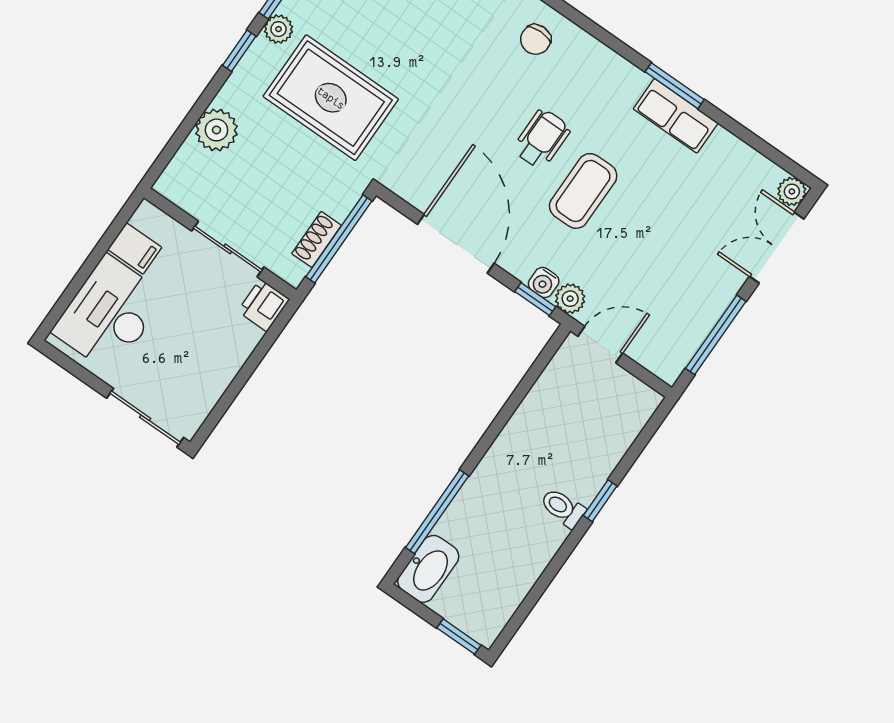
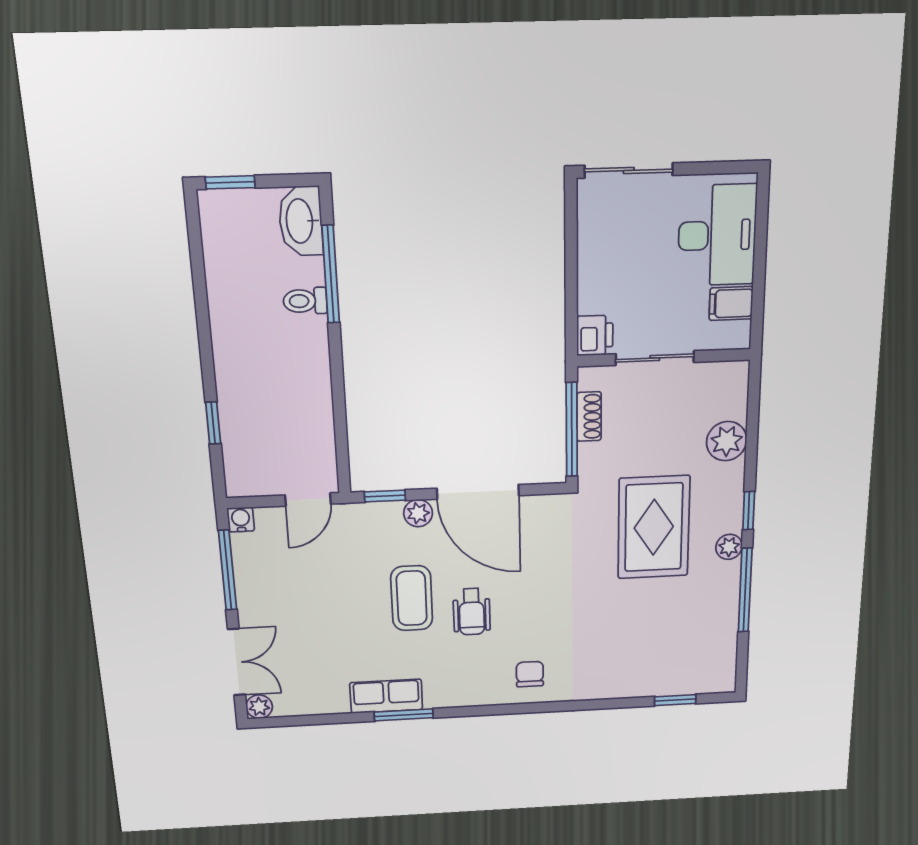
rug: (331, 98) -> (654, 527), turned 90
water cooler: (544, 282) -> (241, 520), moved
plant: (570, 299) -> (418, 513), moved
window: (600, 501) -> (213, 423), moved
toilet: (563, 508) -> (305, 301), moved, turned 180

